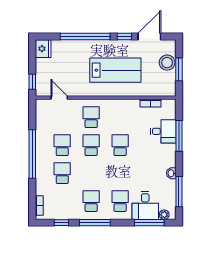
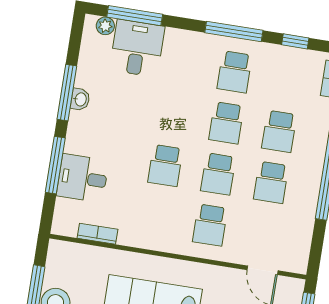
window: (179, 192) -> (67, 93), moved
school desk: (120, 201) -> (226, 123), moved

